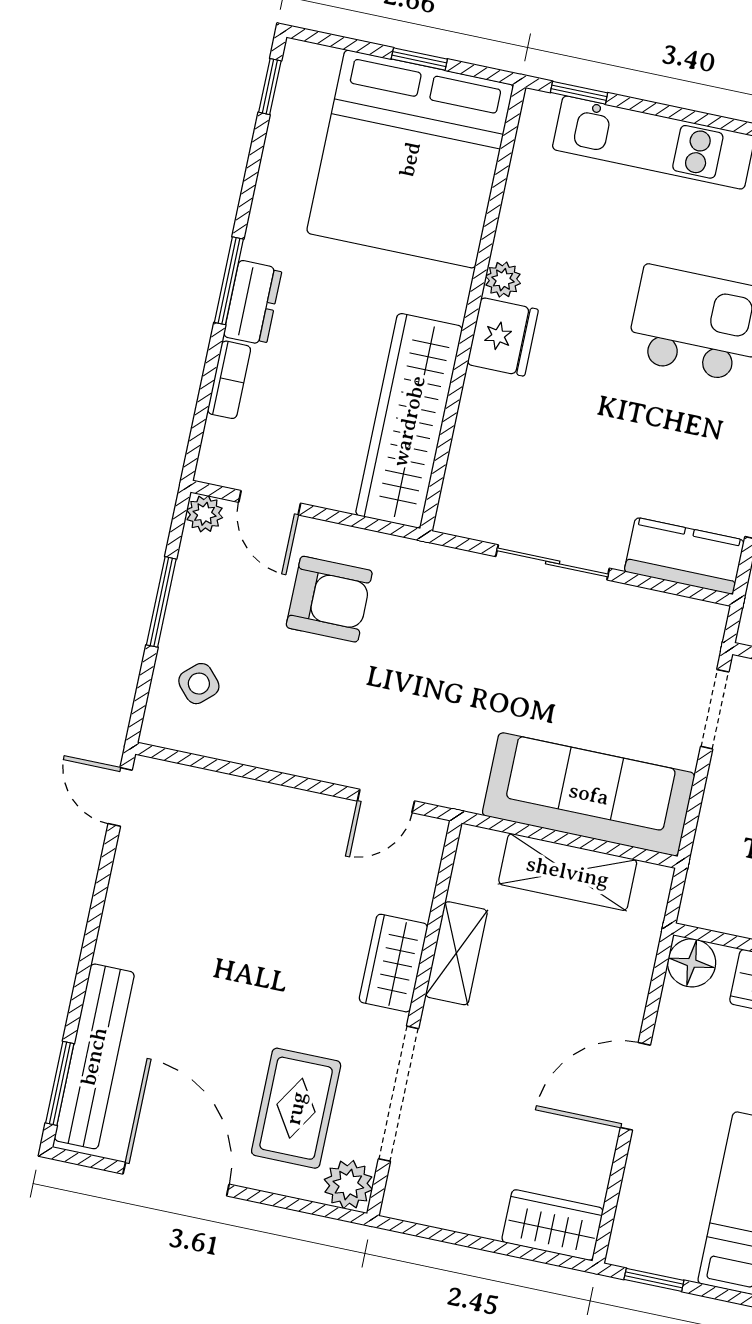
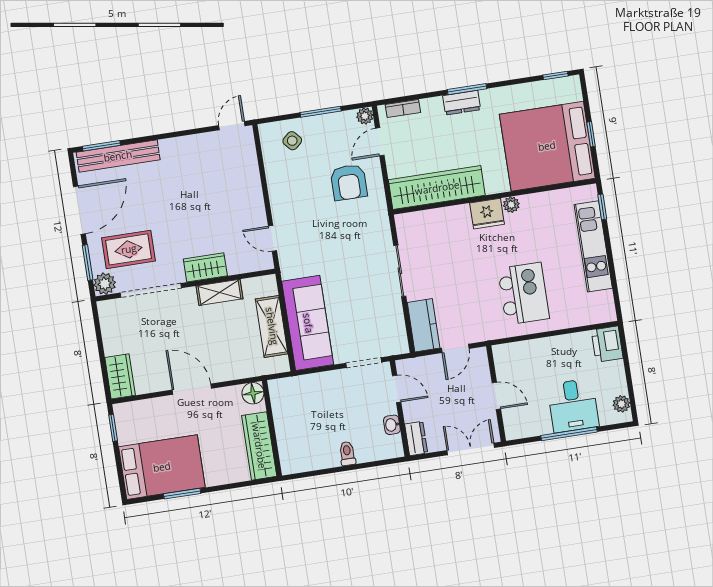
bookcase: (229, 380) -> (403, 108), moved
window: (291, 1203) -> (88, 263), added

